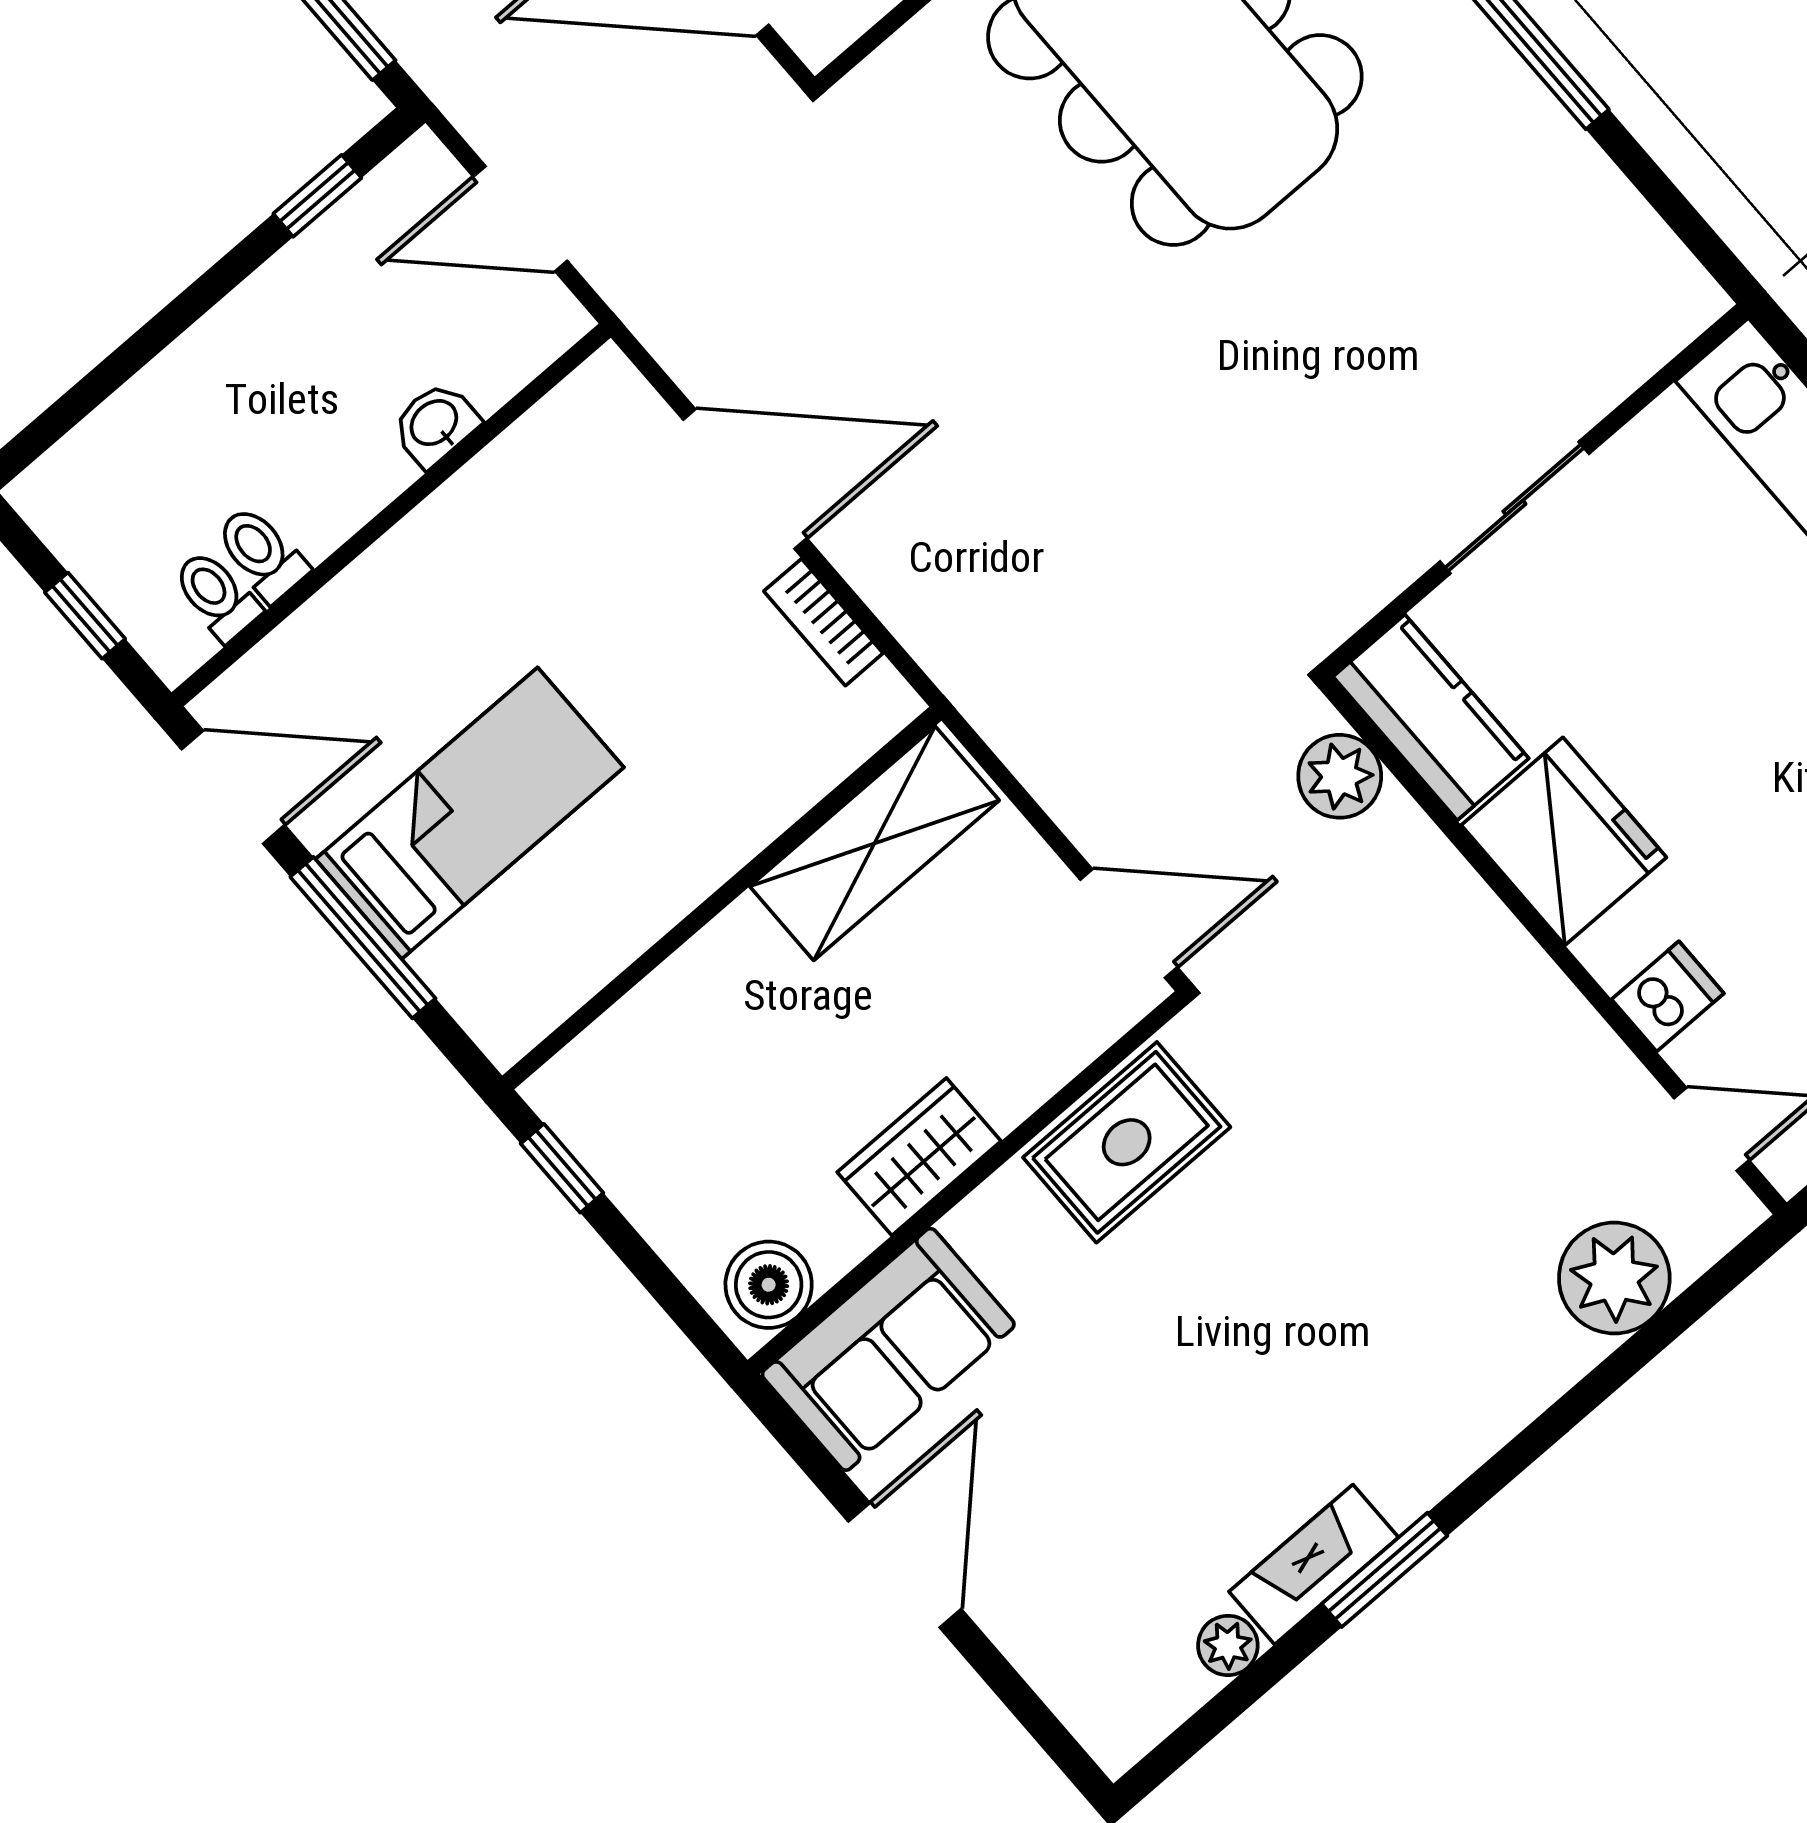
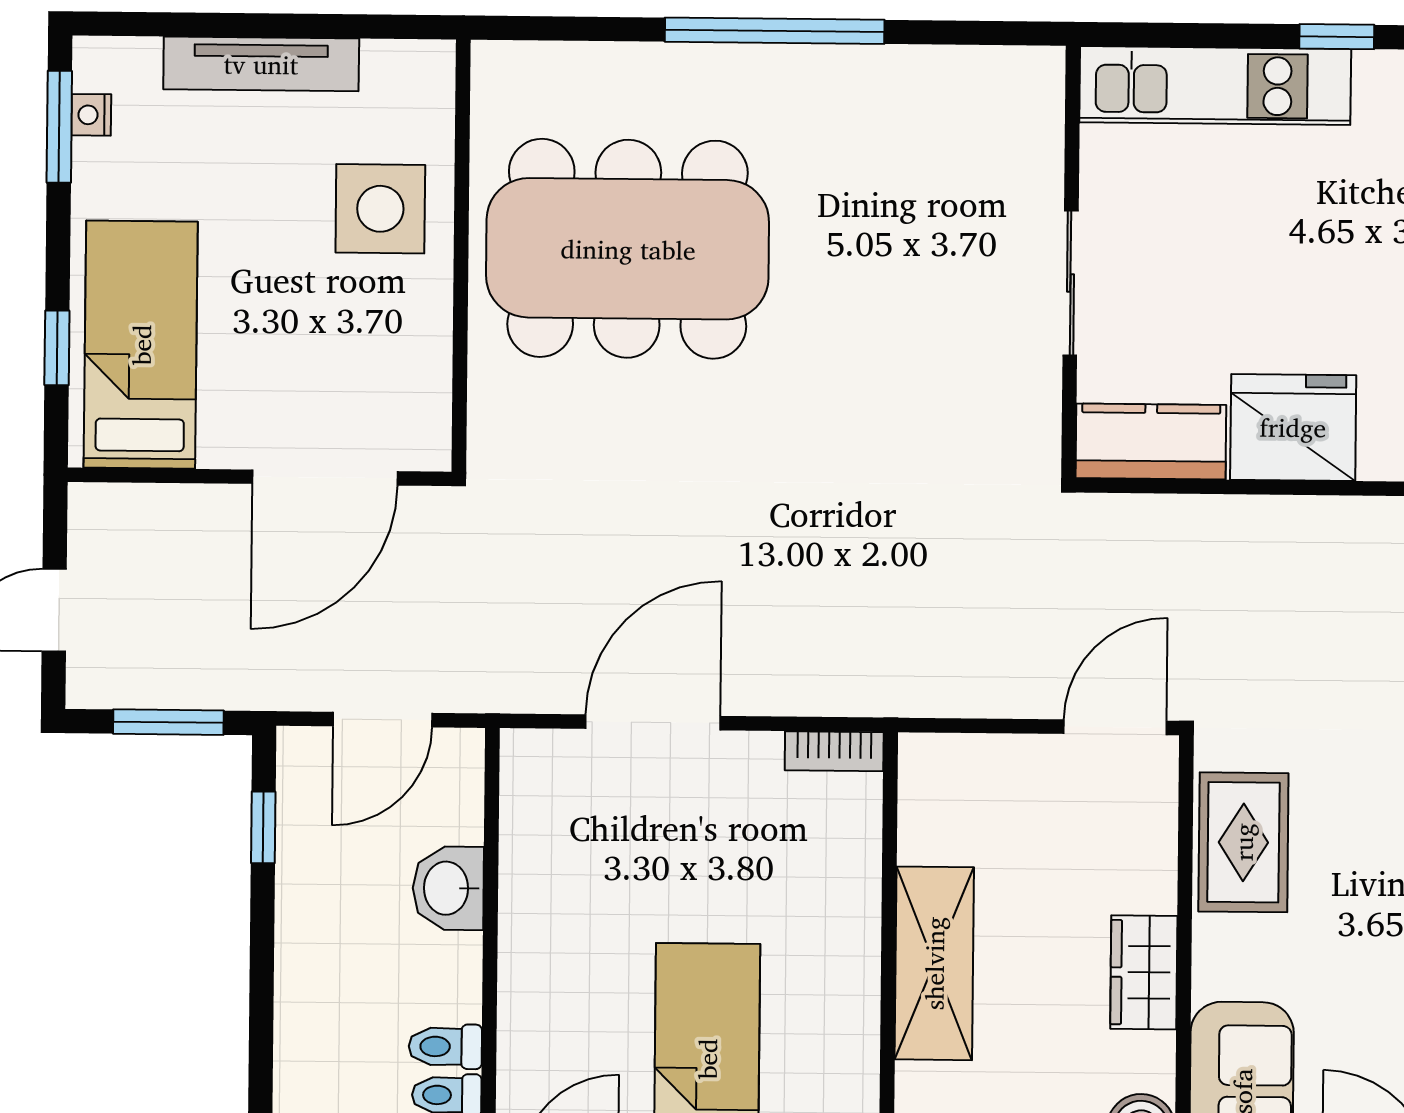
washbasin: (435, 424) -> (448, 888), width x1.38, depth x1.45
bookcase: (823, 622) -> (834, 751), moved
plant: (1340, 776) -> (1138, 526), removed
shelving: (874, 843) -> (934, 963), moved

